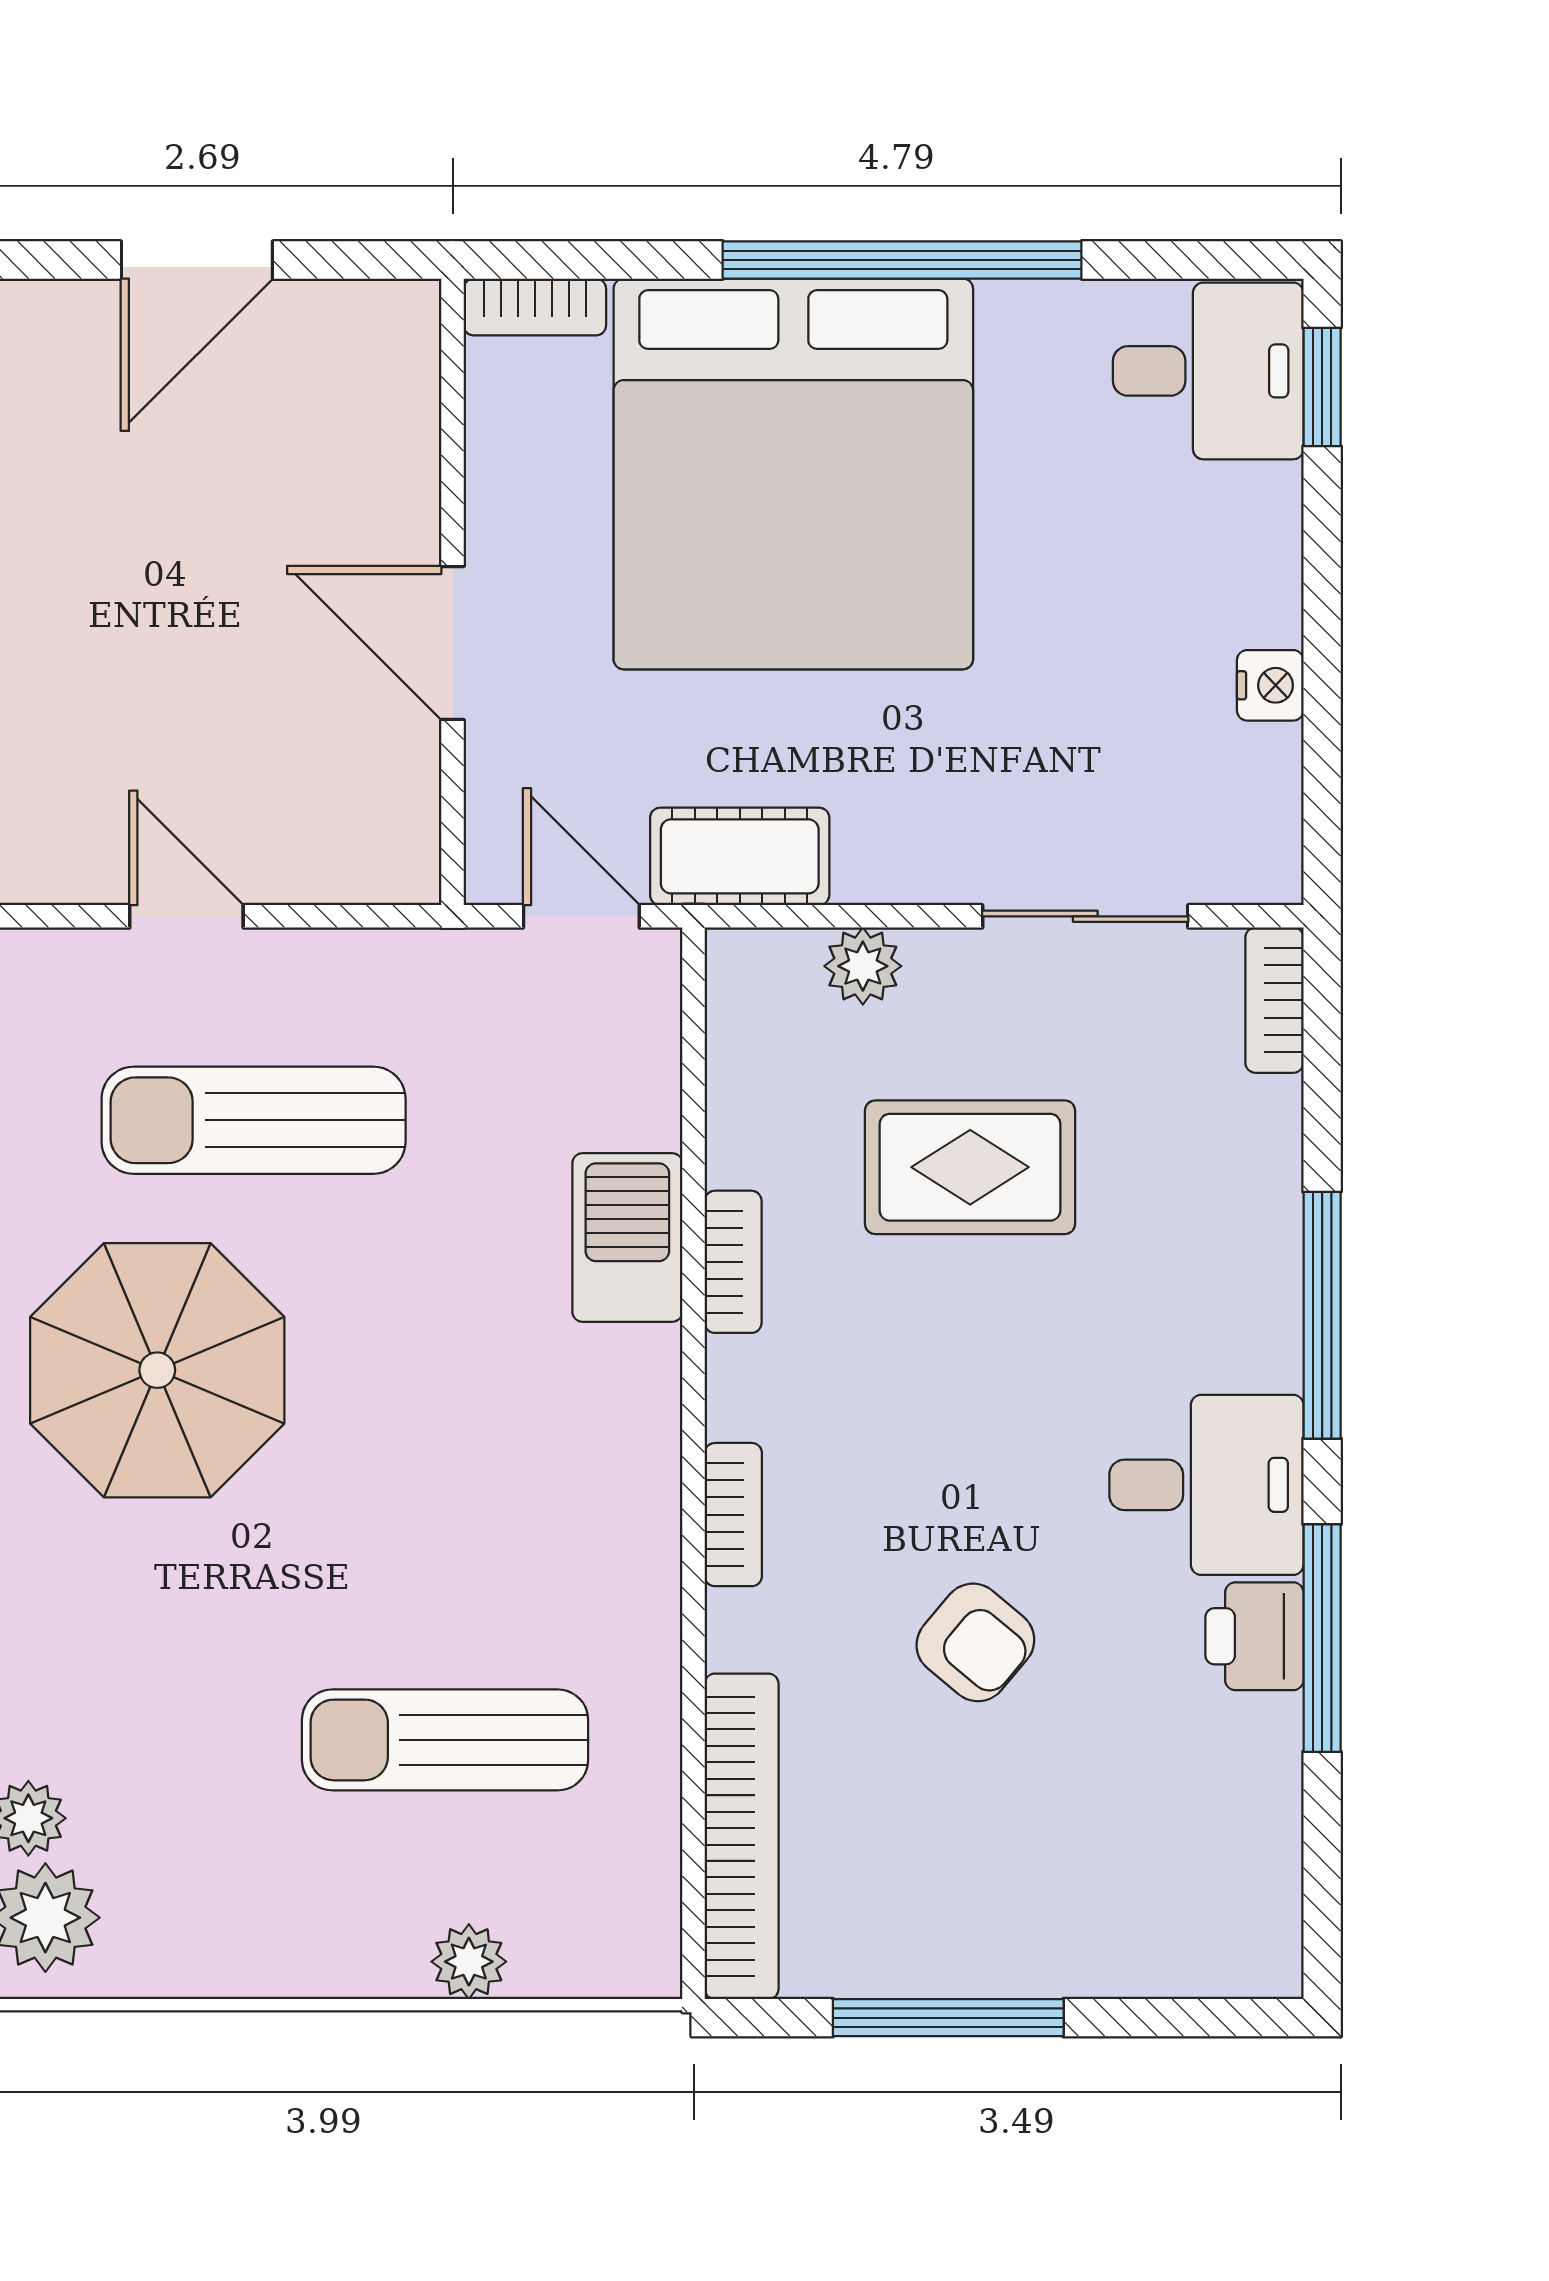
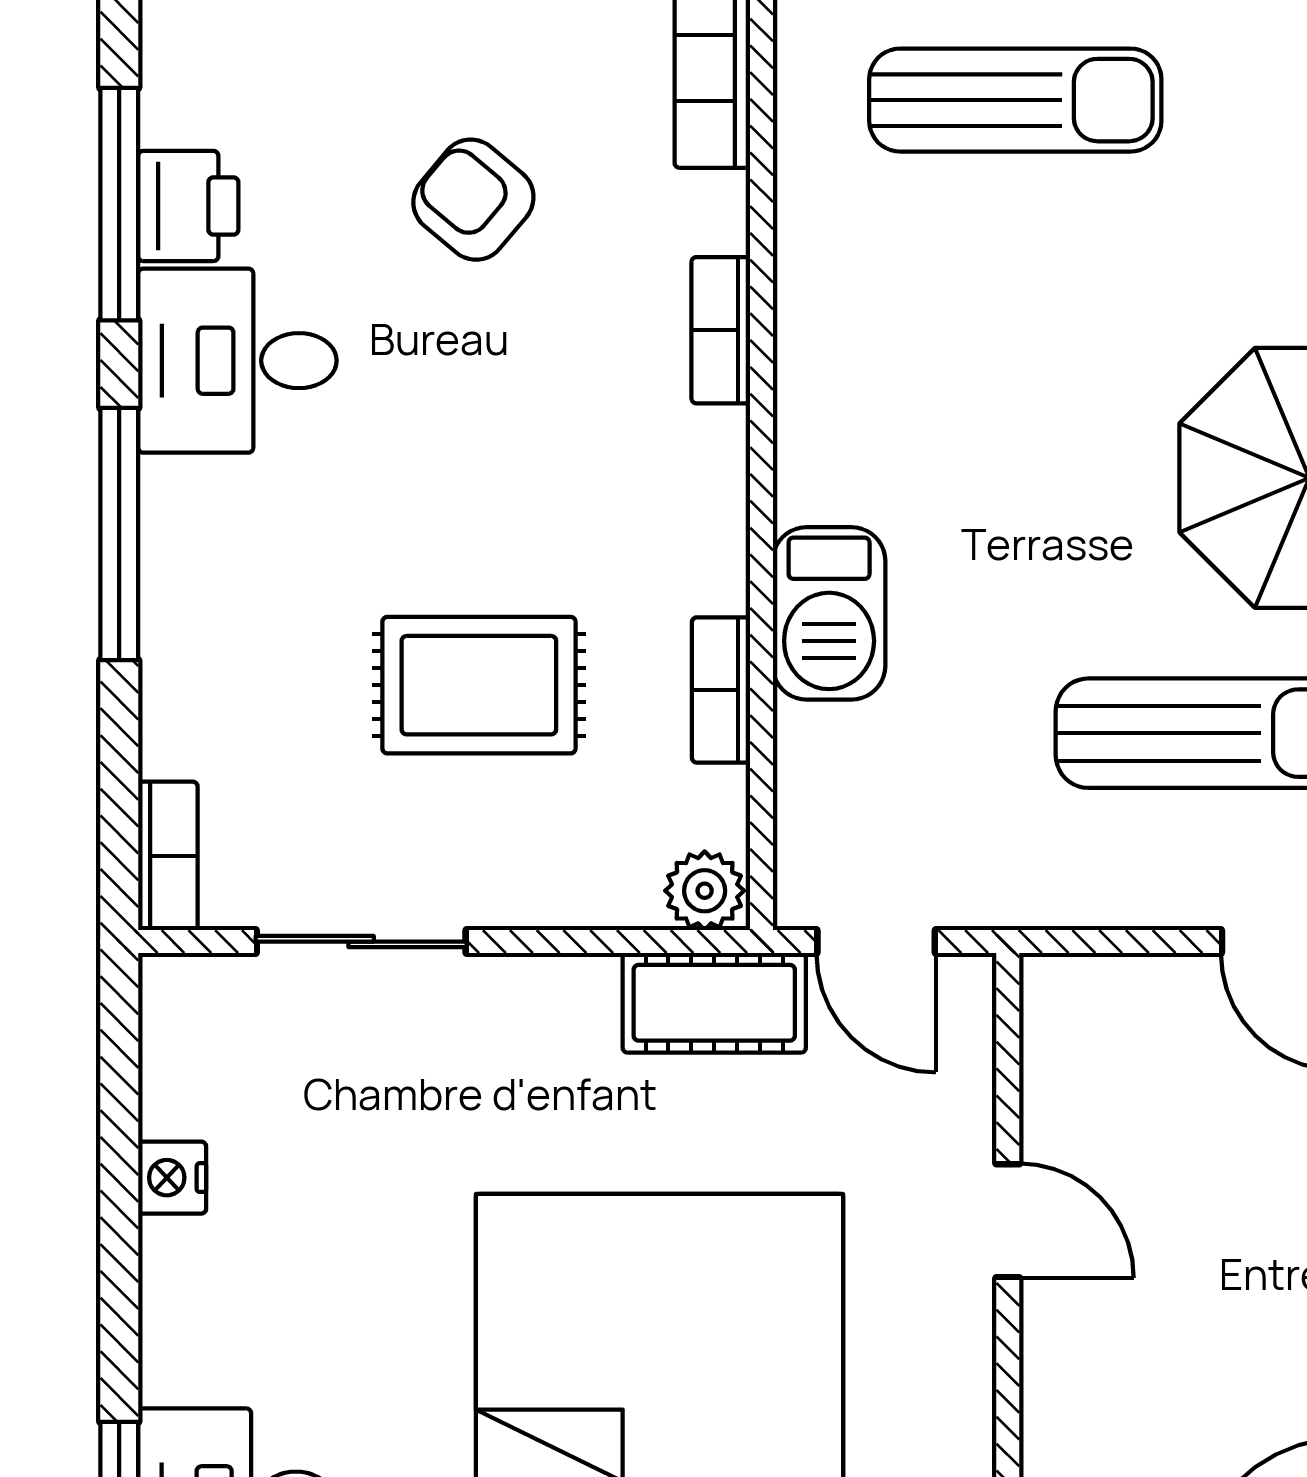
door: (453, 643) -> (1008, 1221), width x0.73
plant: (863, 966) -> (705, 891), moved
bookcase: (733, 1262) -> (721, 690), moved

